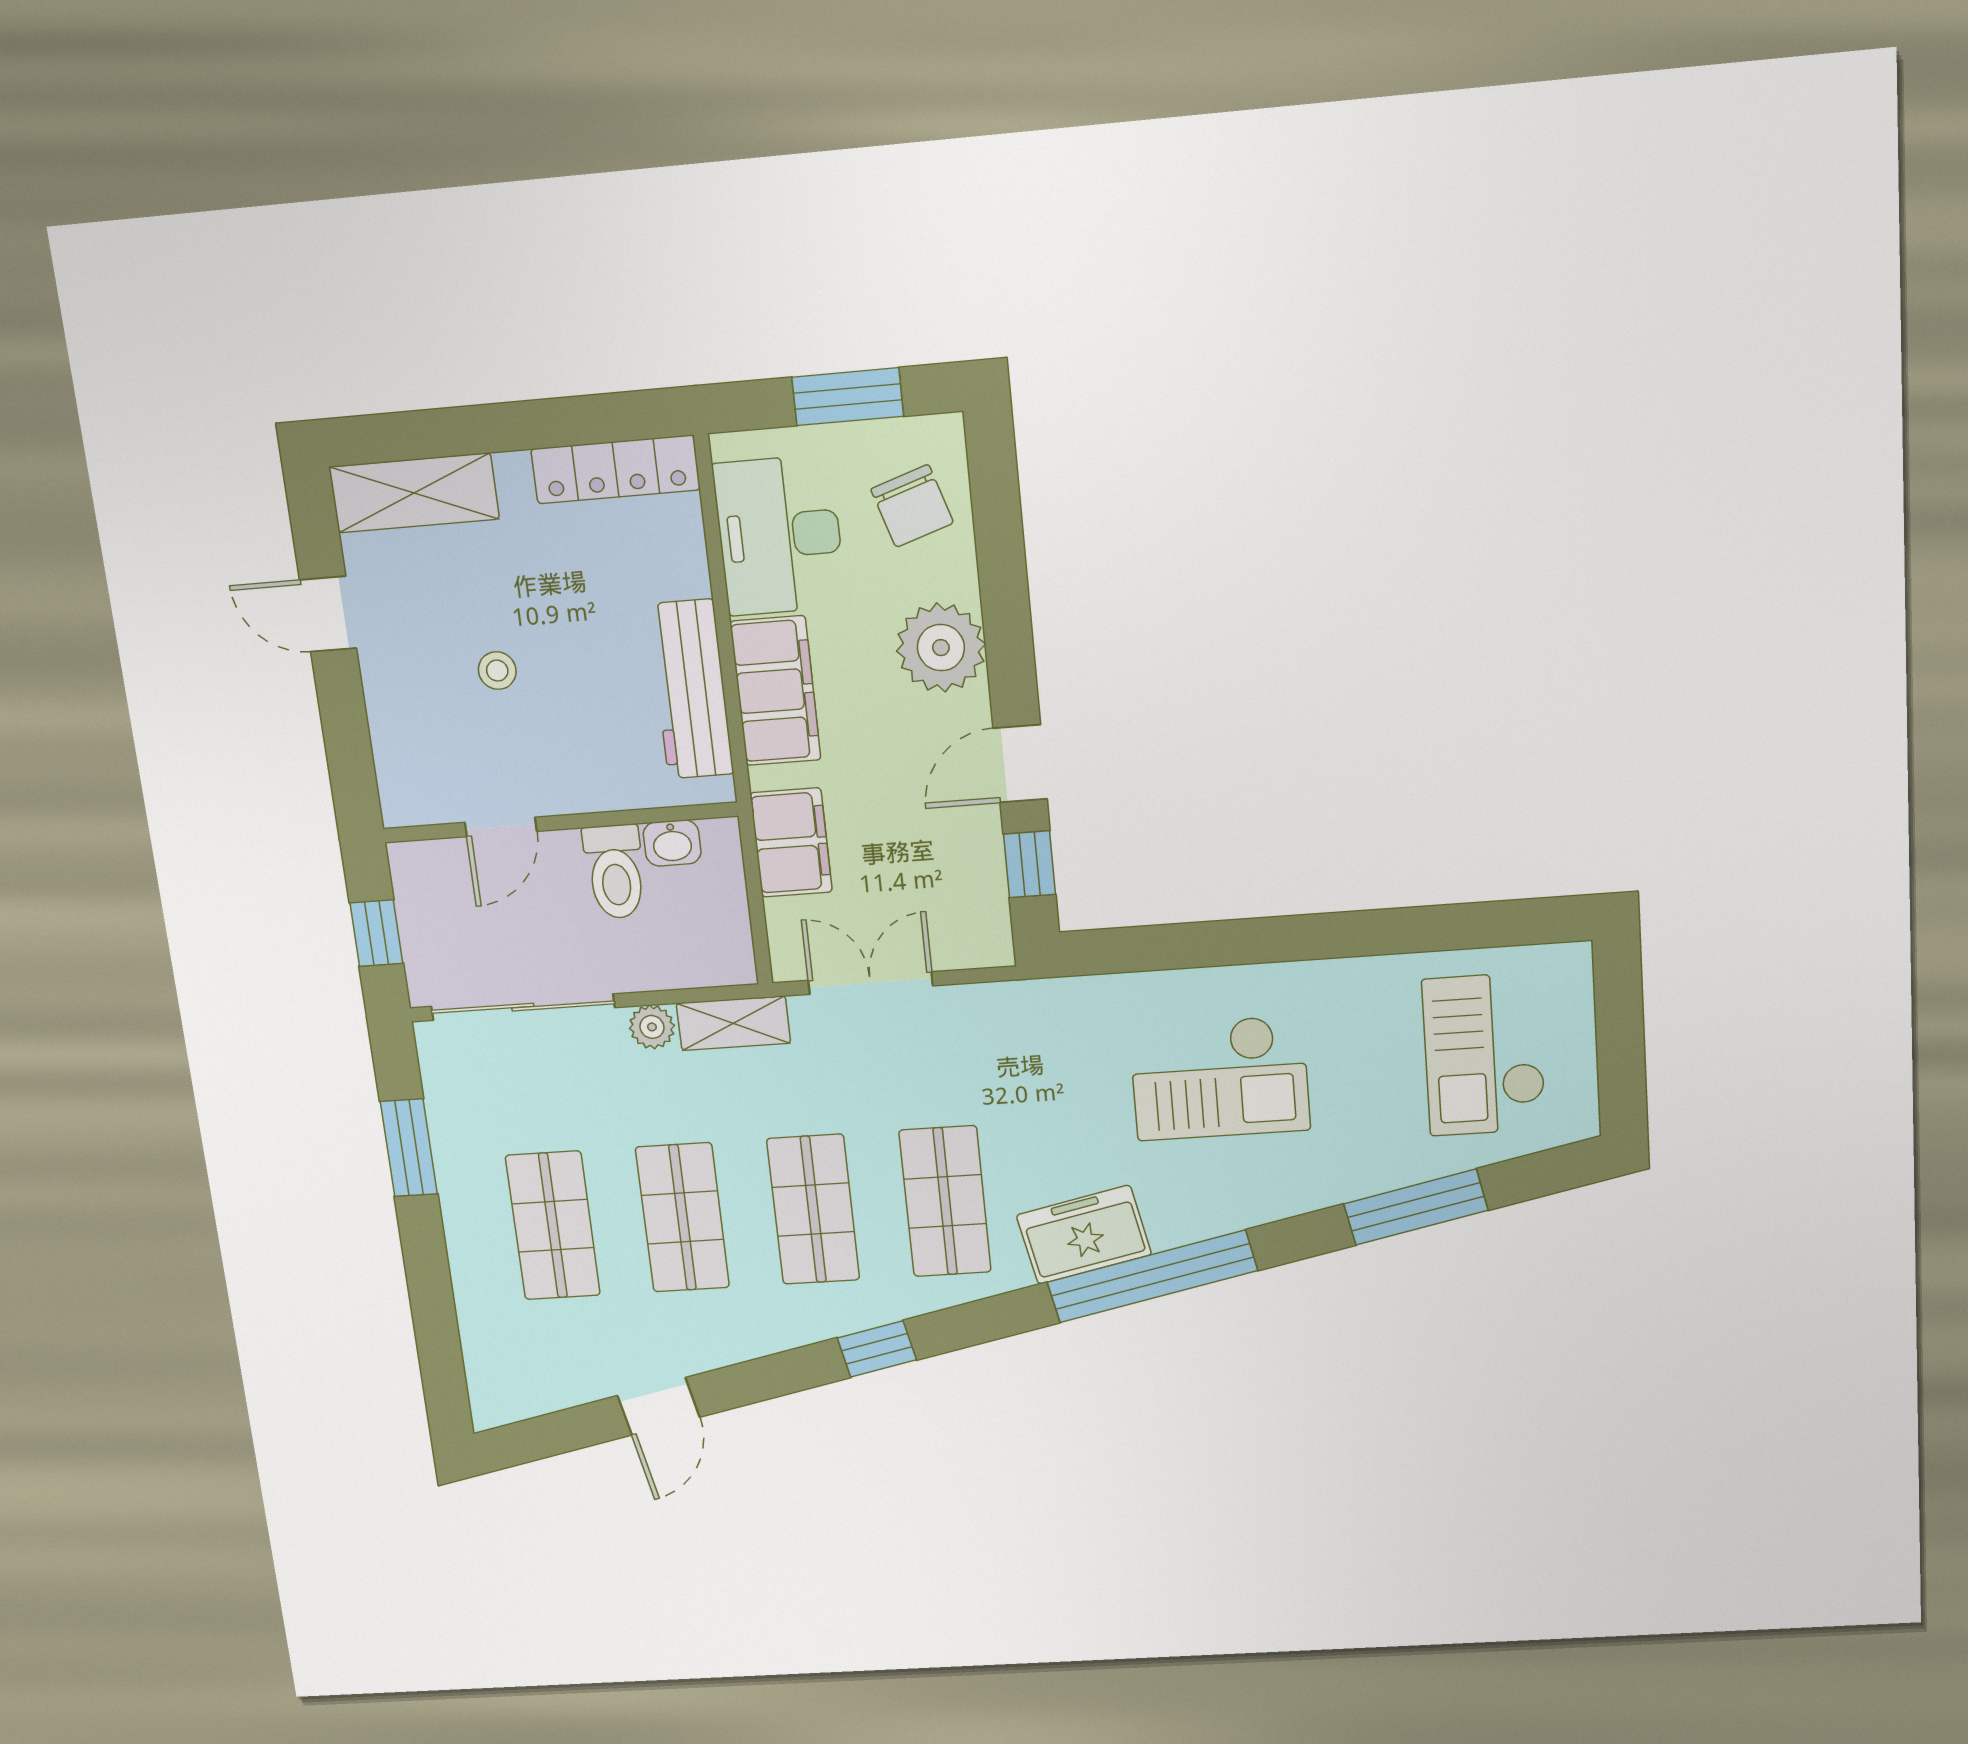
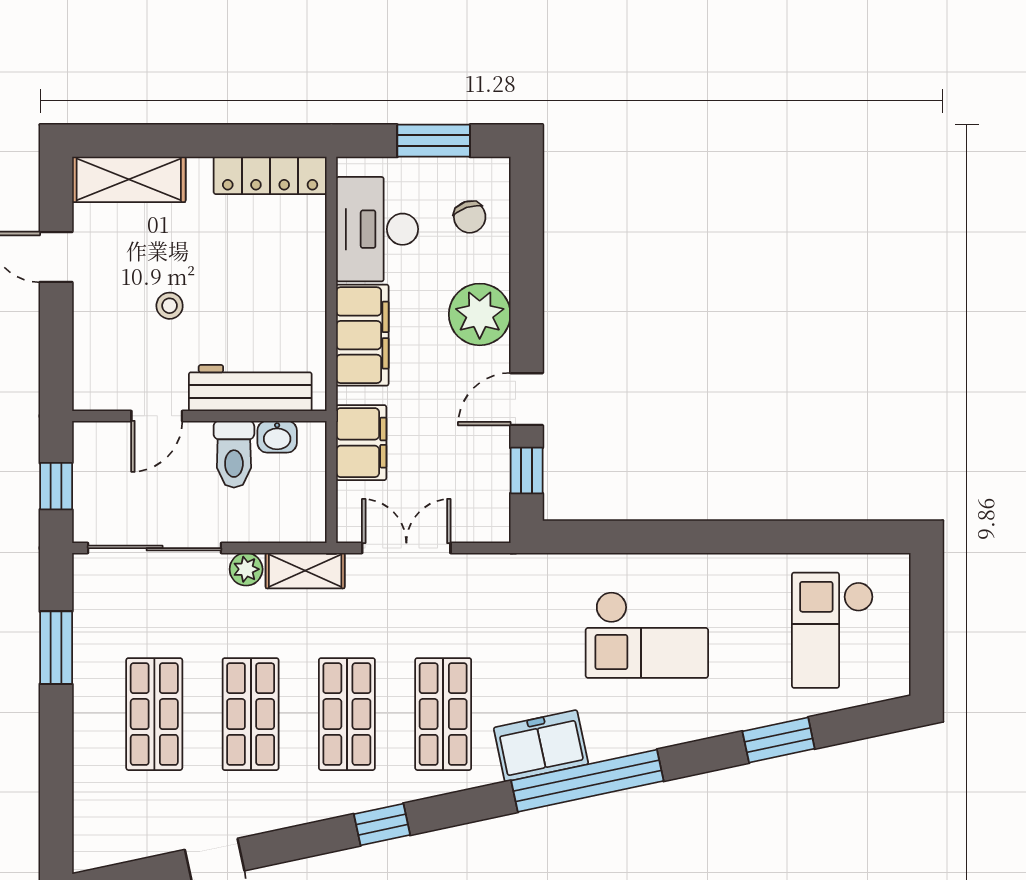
chair: (912, 506) -> (470, 217), width x0.73, depth x0.73
workbench: (691, 689) -> (250, 388), moved, turned 90
window: (1416, 1207) -> (779, 740), width x0.69

